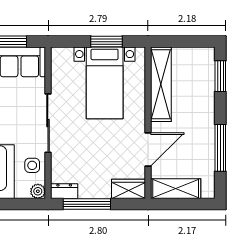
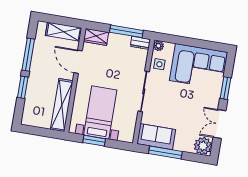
window: (220, 76) -> (23, 87), moved
door: (148, 150) -> (78, 62), hinge flipped

